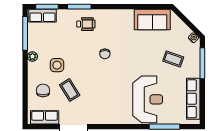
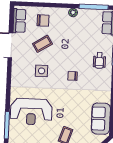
side table: (57, 65) -> (42, 71), moved

